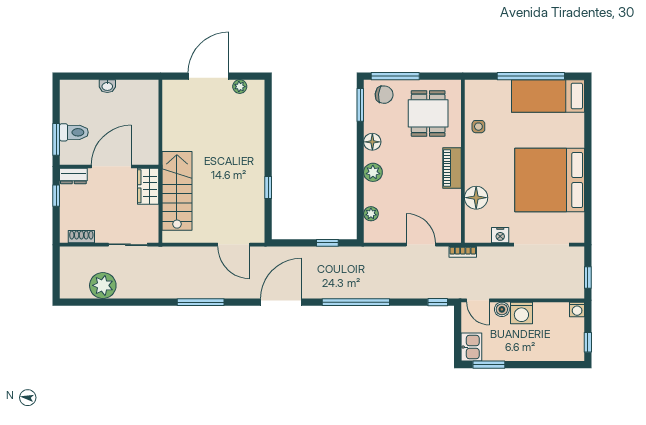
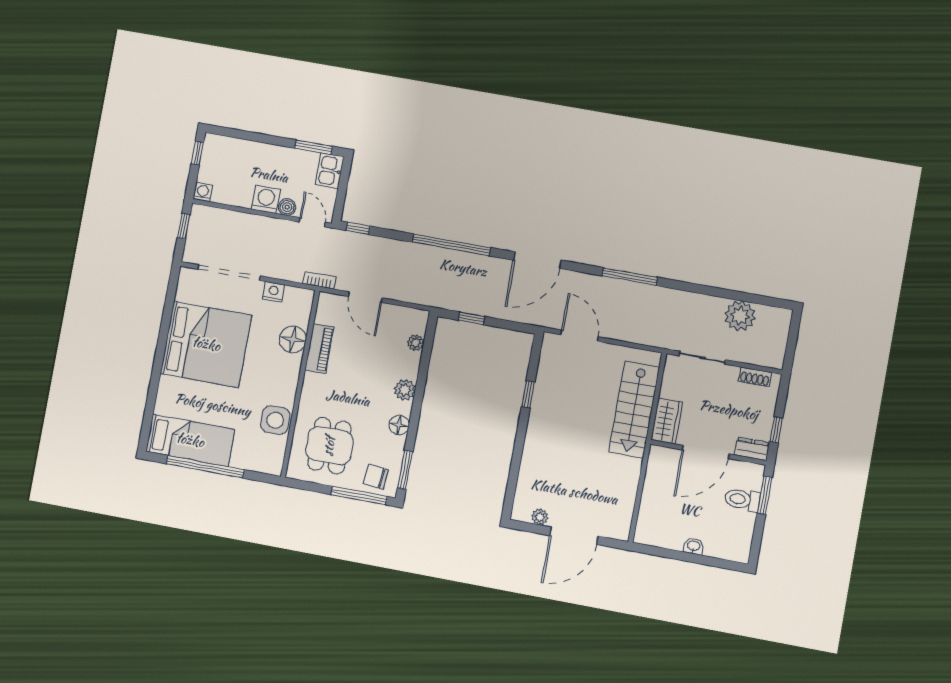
side table: (478, 127) -> (275, 420), width x1.87, depth x1.87
piano: (452, 168) -> (319, 348), moved

